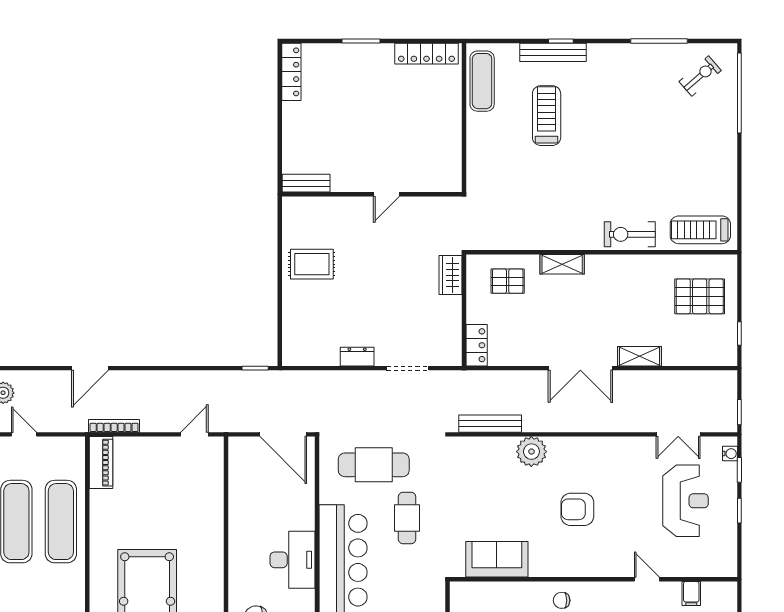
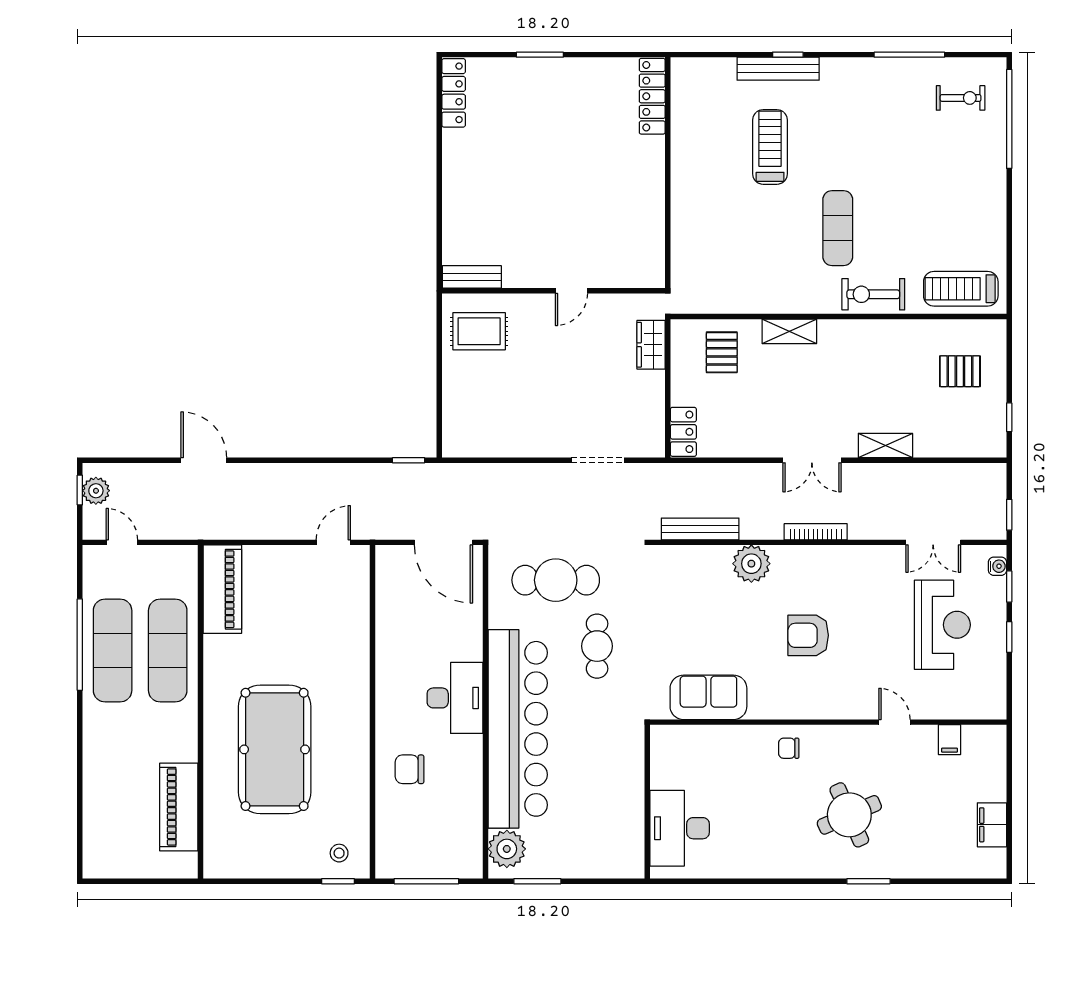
locker: (427, 54) -> (652, 96), moved, turned 90
exercise bike: (700, 76) -> (961, 98), turned 41
exercise mat: (482, 81) -> (838, 228), moved
bench: (306, 183) -> (472, 277), moved
wall: (372, 194) -> (553, 291), moved
door: (386, 194) -> (571, 291), moved
pallet: (508, 281) -> (722, 352), turned 90
pallet: (700, 296) -> (960, 371), width x0.67, depth x0.71
dresser: (357, 357) -> (535, 446), removed
door: (90, 368) -> (204, 460), swing flipped
double door: (580, 368) -> (812, 460), width x0.73
bookcase: (114, 426) -> (816, 532), moved
piano: (101, 463) -> (222, 589), width x1.37, depth x1.33

